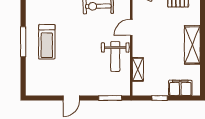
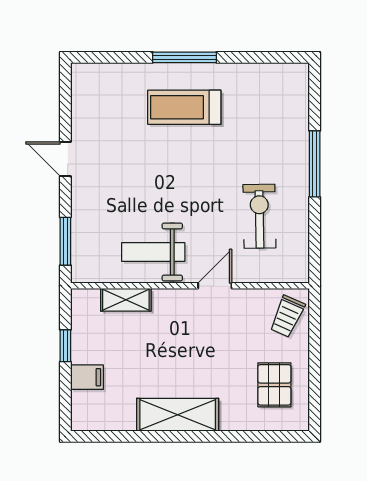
door: (131, 27) -> (215, 286), hinge flipped
filing cabinet: (180, 88) -> (87, 377), width x0.50

